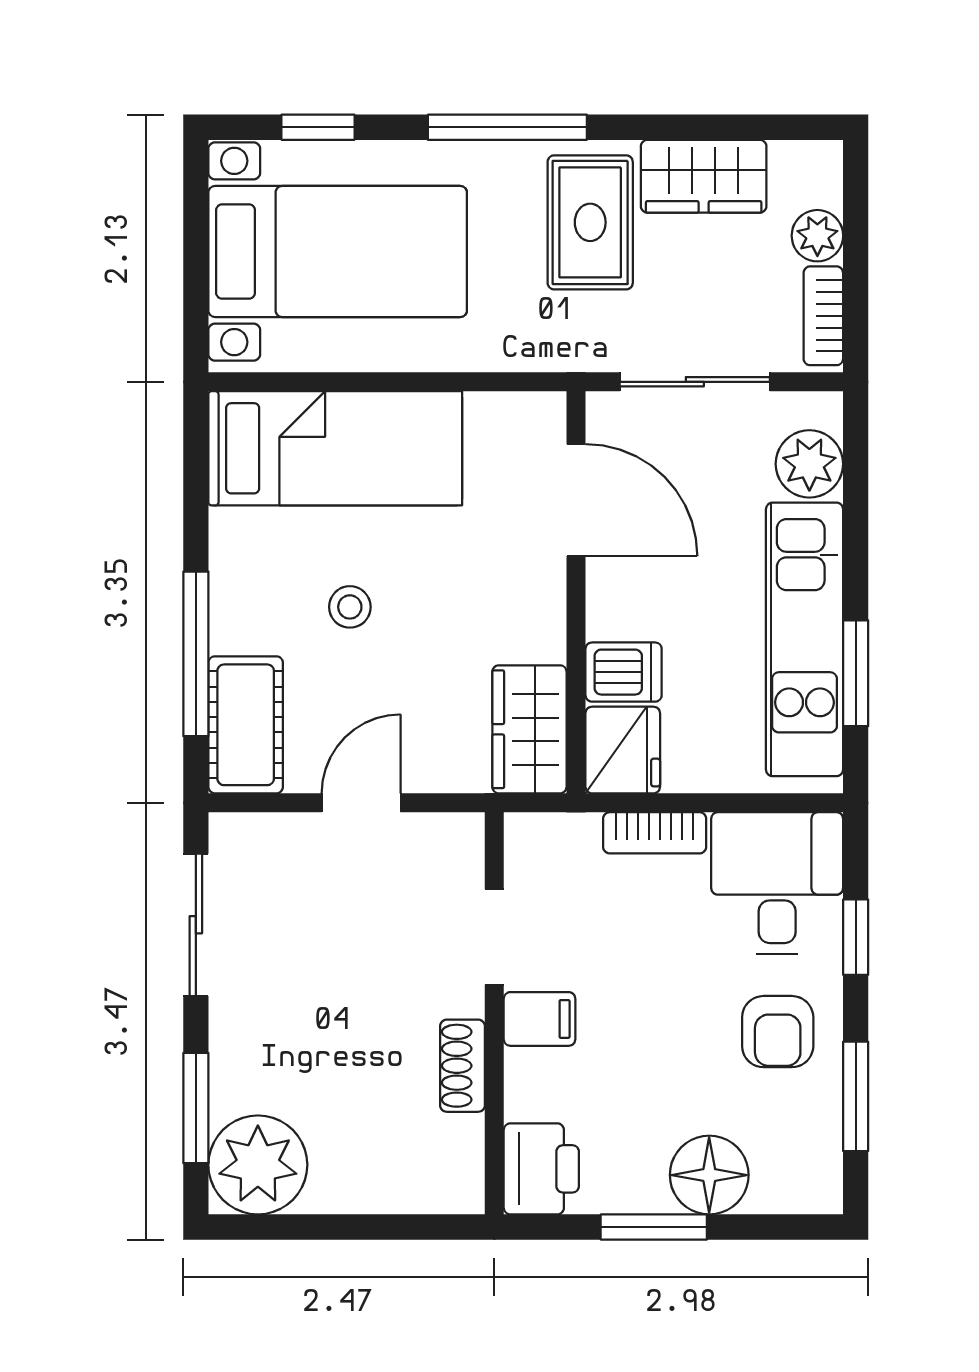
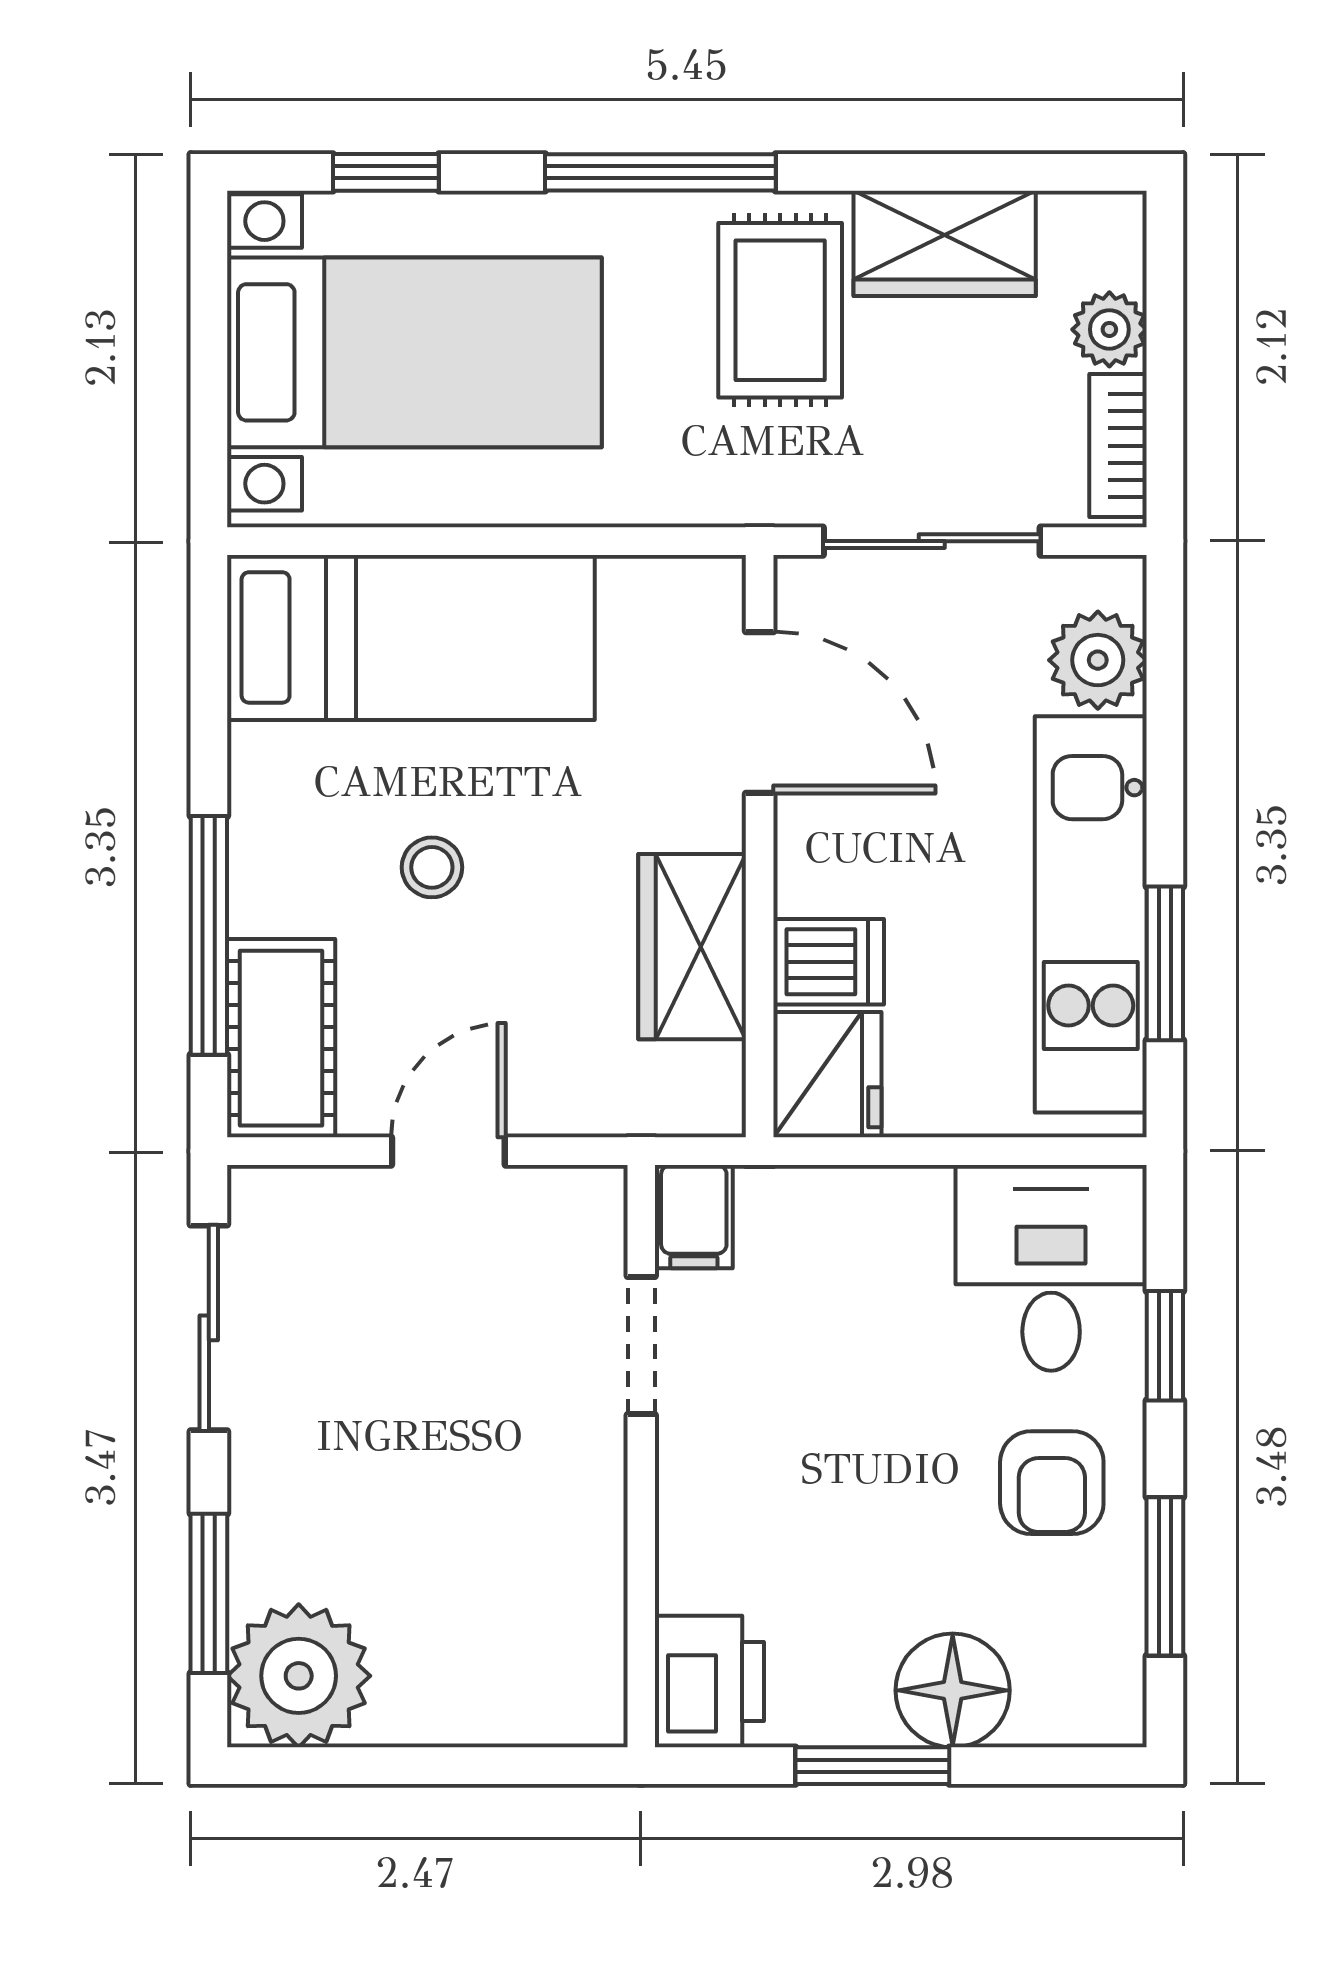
wardrobe: (529, 729) -> (692, 947), moved
bookcase: (655, 833) -> (874, 1195), removed
filing cabinet: (540, 1019) -> (694, 1217), moved, turned 90
shoe rack: (463, 1066) -> (595, 1532), removed

